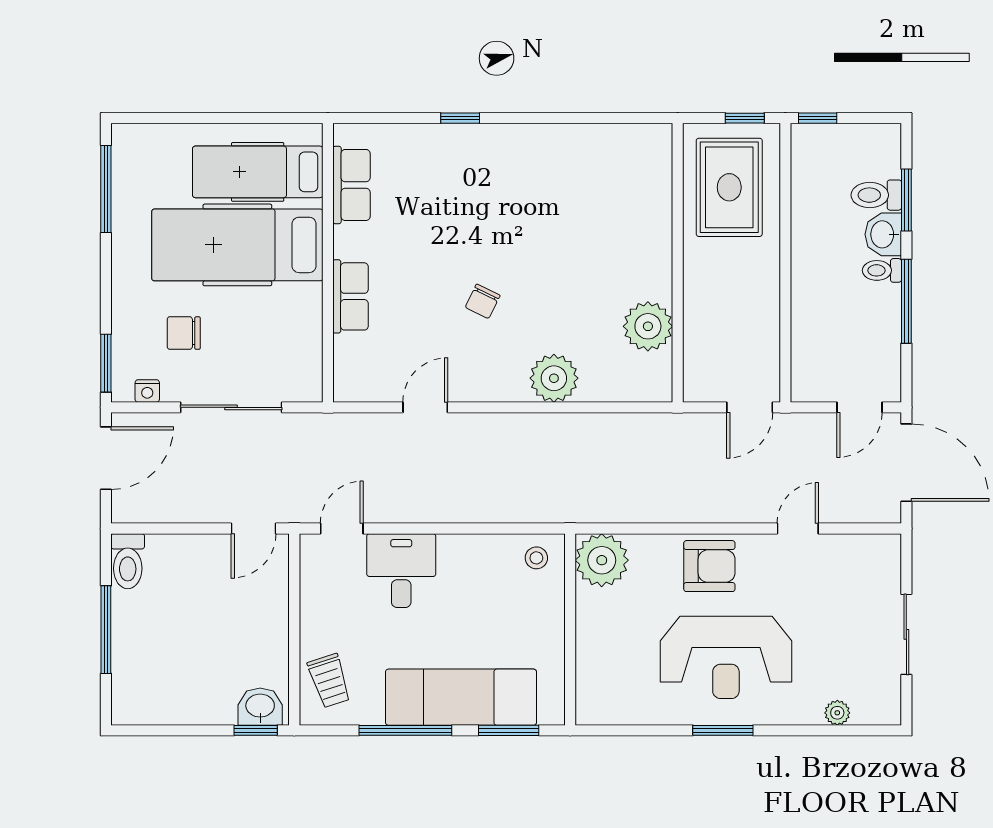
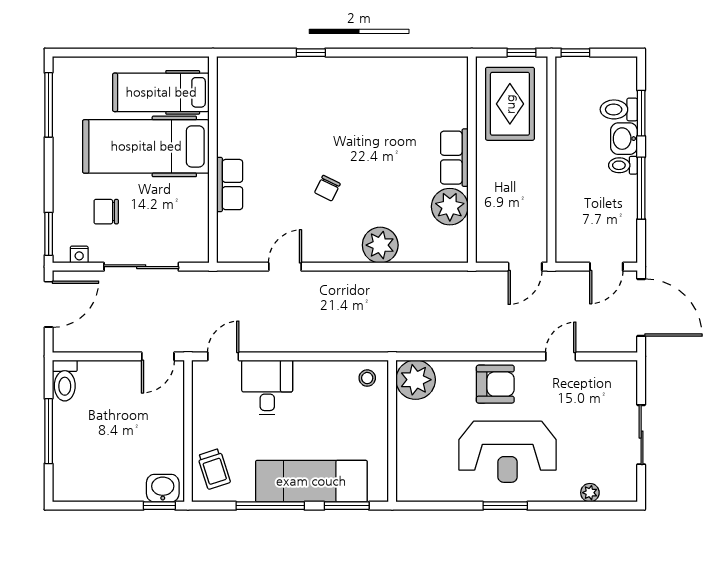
row of seats: (351, 185) -> (454, 158), moved, turned 180

